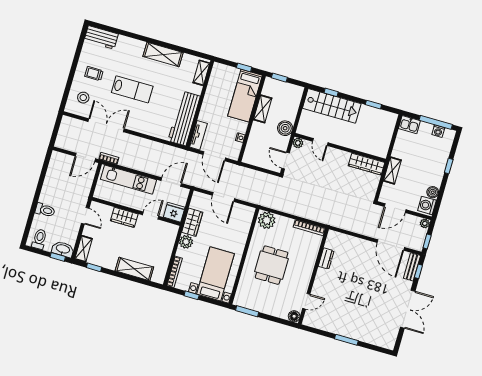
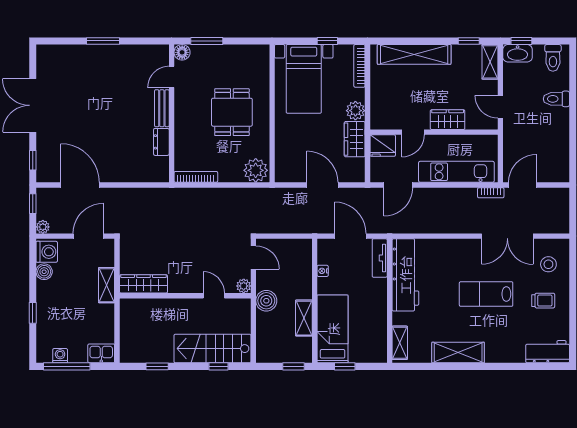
bench: (412, 267) -> (162, 108), moved
shelving: (134, 269) -> (414, 54), width x1.47
window: (247, 311) -> (207, 41), moved

